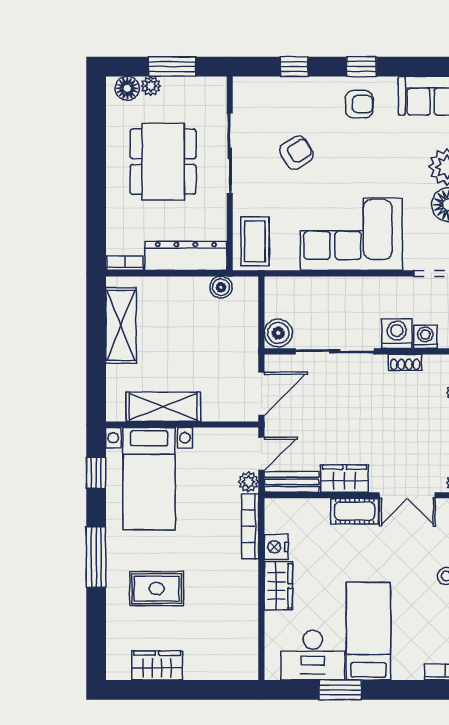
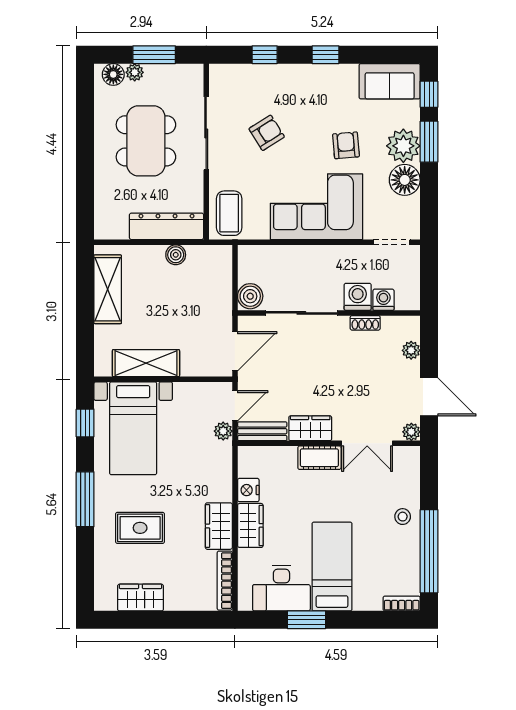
armchair: (359, 104) -> (346, 145), moved, turned -95
bookcase: (125, 263) -> (111, 233), removed
boiler: (221, 287) -> (176, 255), moved
bookcase: (250, 526) -> (225, 581), moved
wardrobe: (244, 587) -> (219, 526), added

